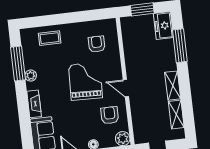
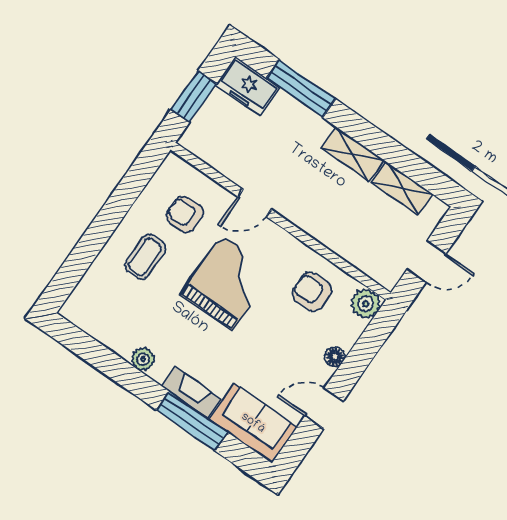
coffee table: (50, 38) -> (145, 257), moved
window: (18, 64) -> (192, 421), moved
grand piano: (86, 81) -> (227, 283), turned 88
door: (126, 88) -> (254, 203), moved

